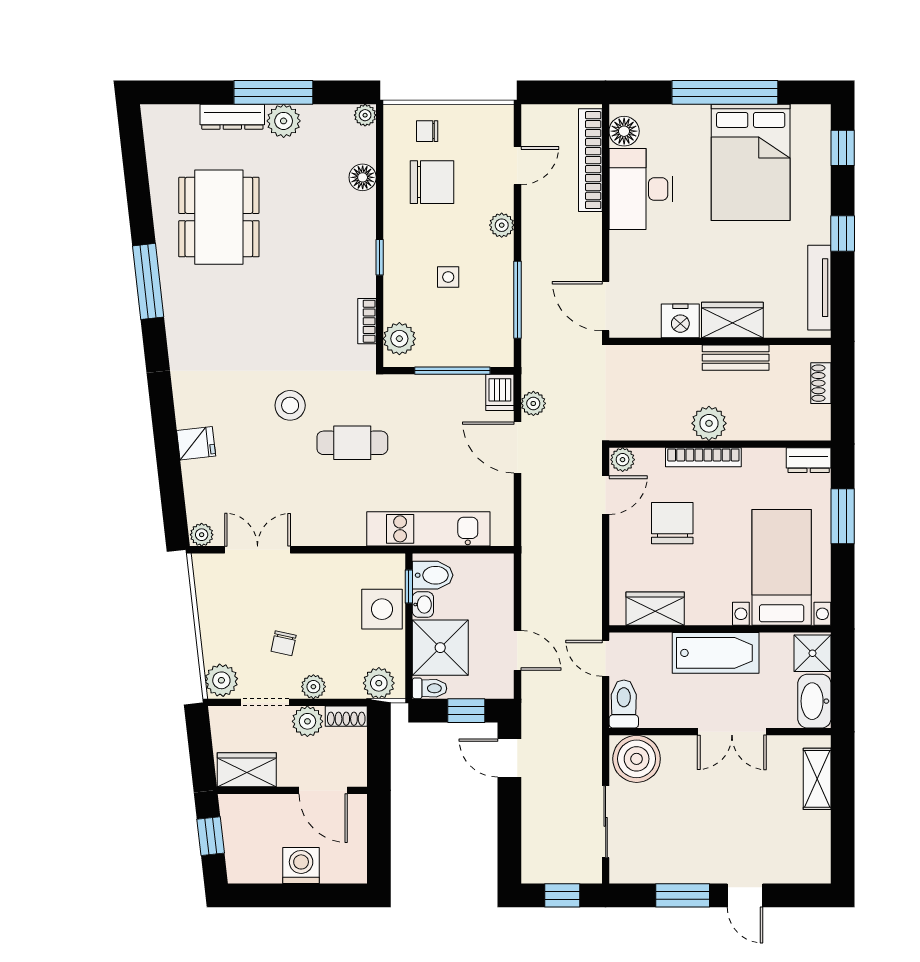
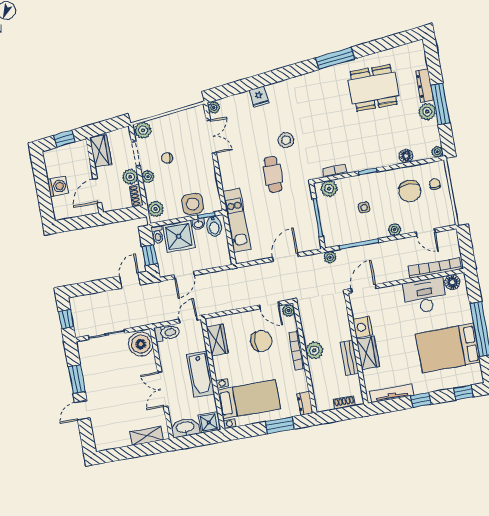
dishwasher: (500, 392) -> (311, 243), removed
plant: (533, 403) -> (330, 257), moved

